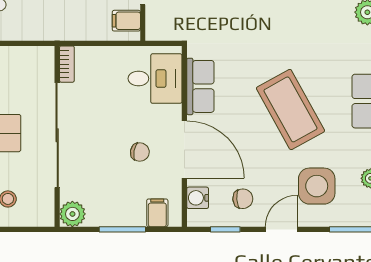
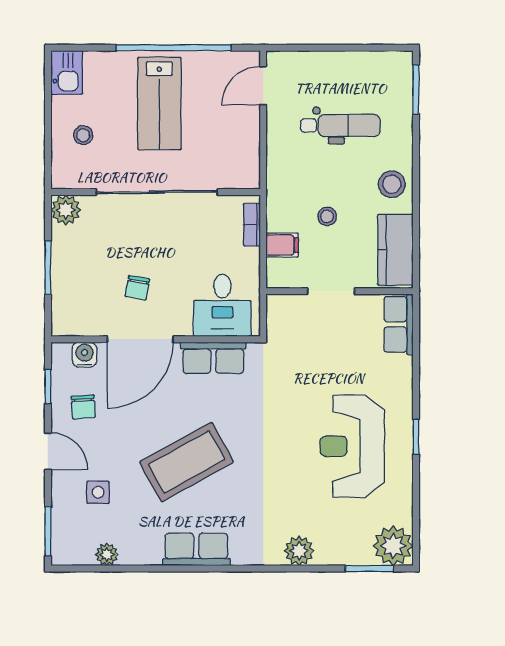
filing cabinet: (126, 21) -> (282, 245), moved, turned 90
bookcase: (67, 64) -> (252, 225), moved, turned 90
side table: (317, 186) -> (98, 492), width x0.54, depth x0.54
filing cabinet: (157, 213) -> (67, 308), removed

